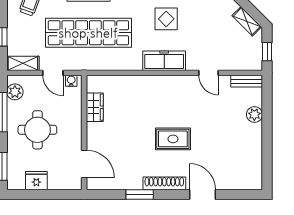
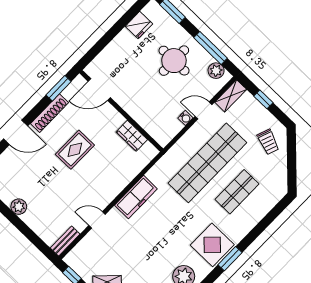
display table: (166, 19) -> (164, 227), removed
wardrobe: (95, 107) -> (132, 136), moved
plant: (254, 114) -> (19, 207), moved
wall: (84, 133) -> (121, 111), moved
door: (84, 164) -> (99, 89), moved

